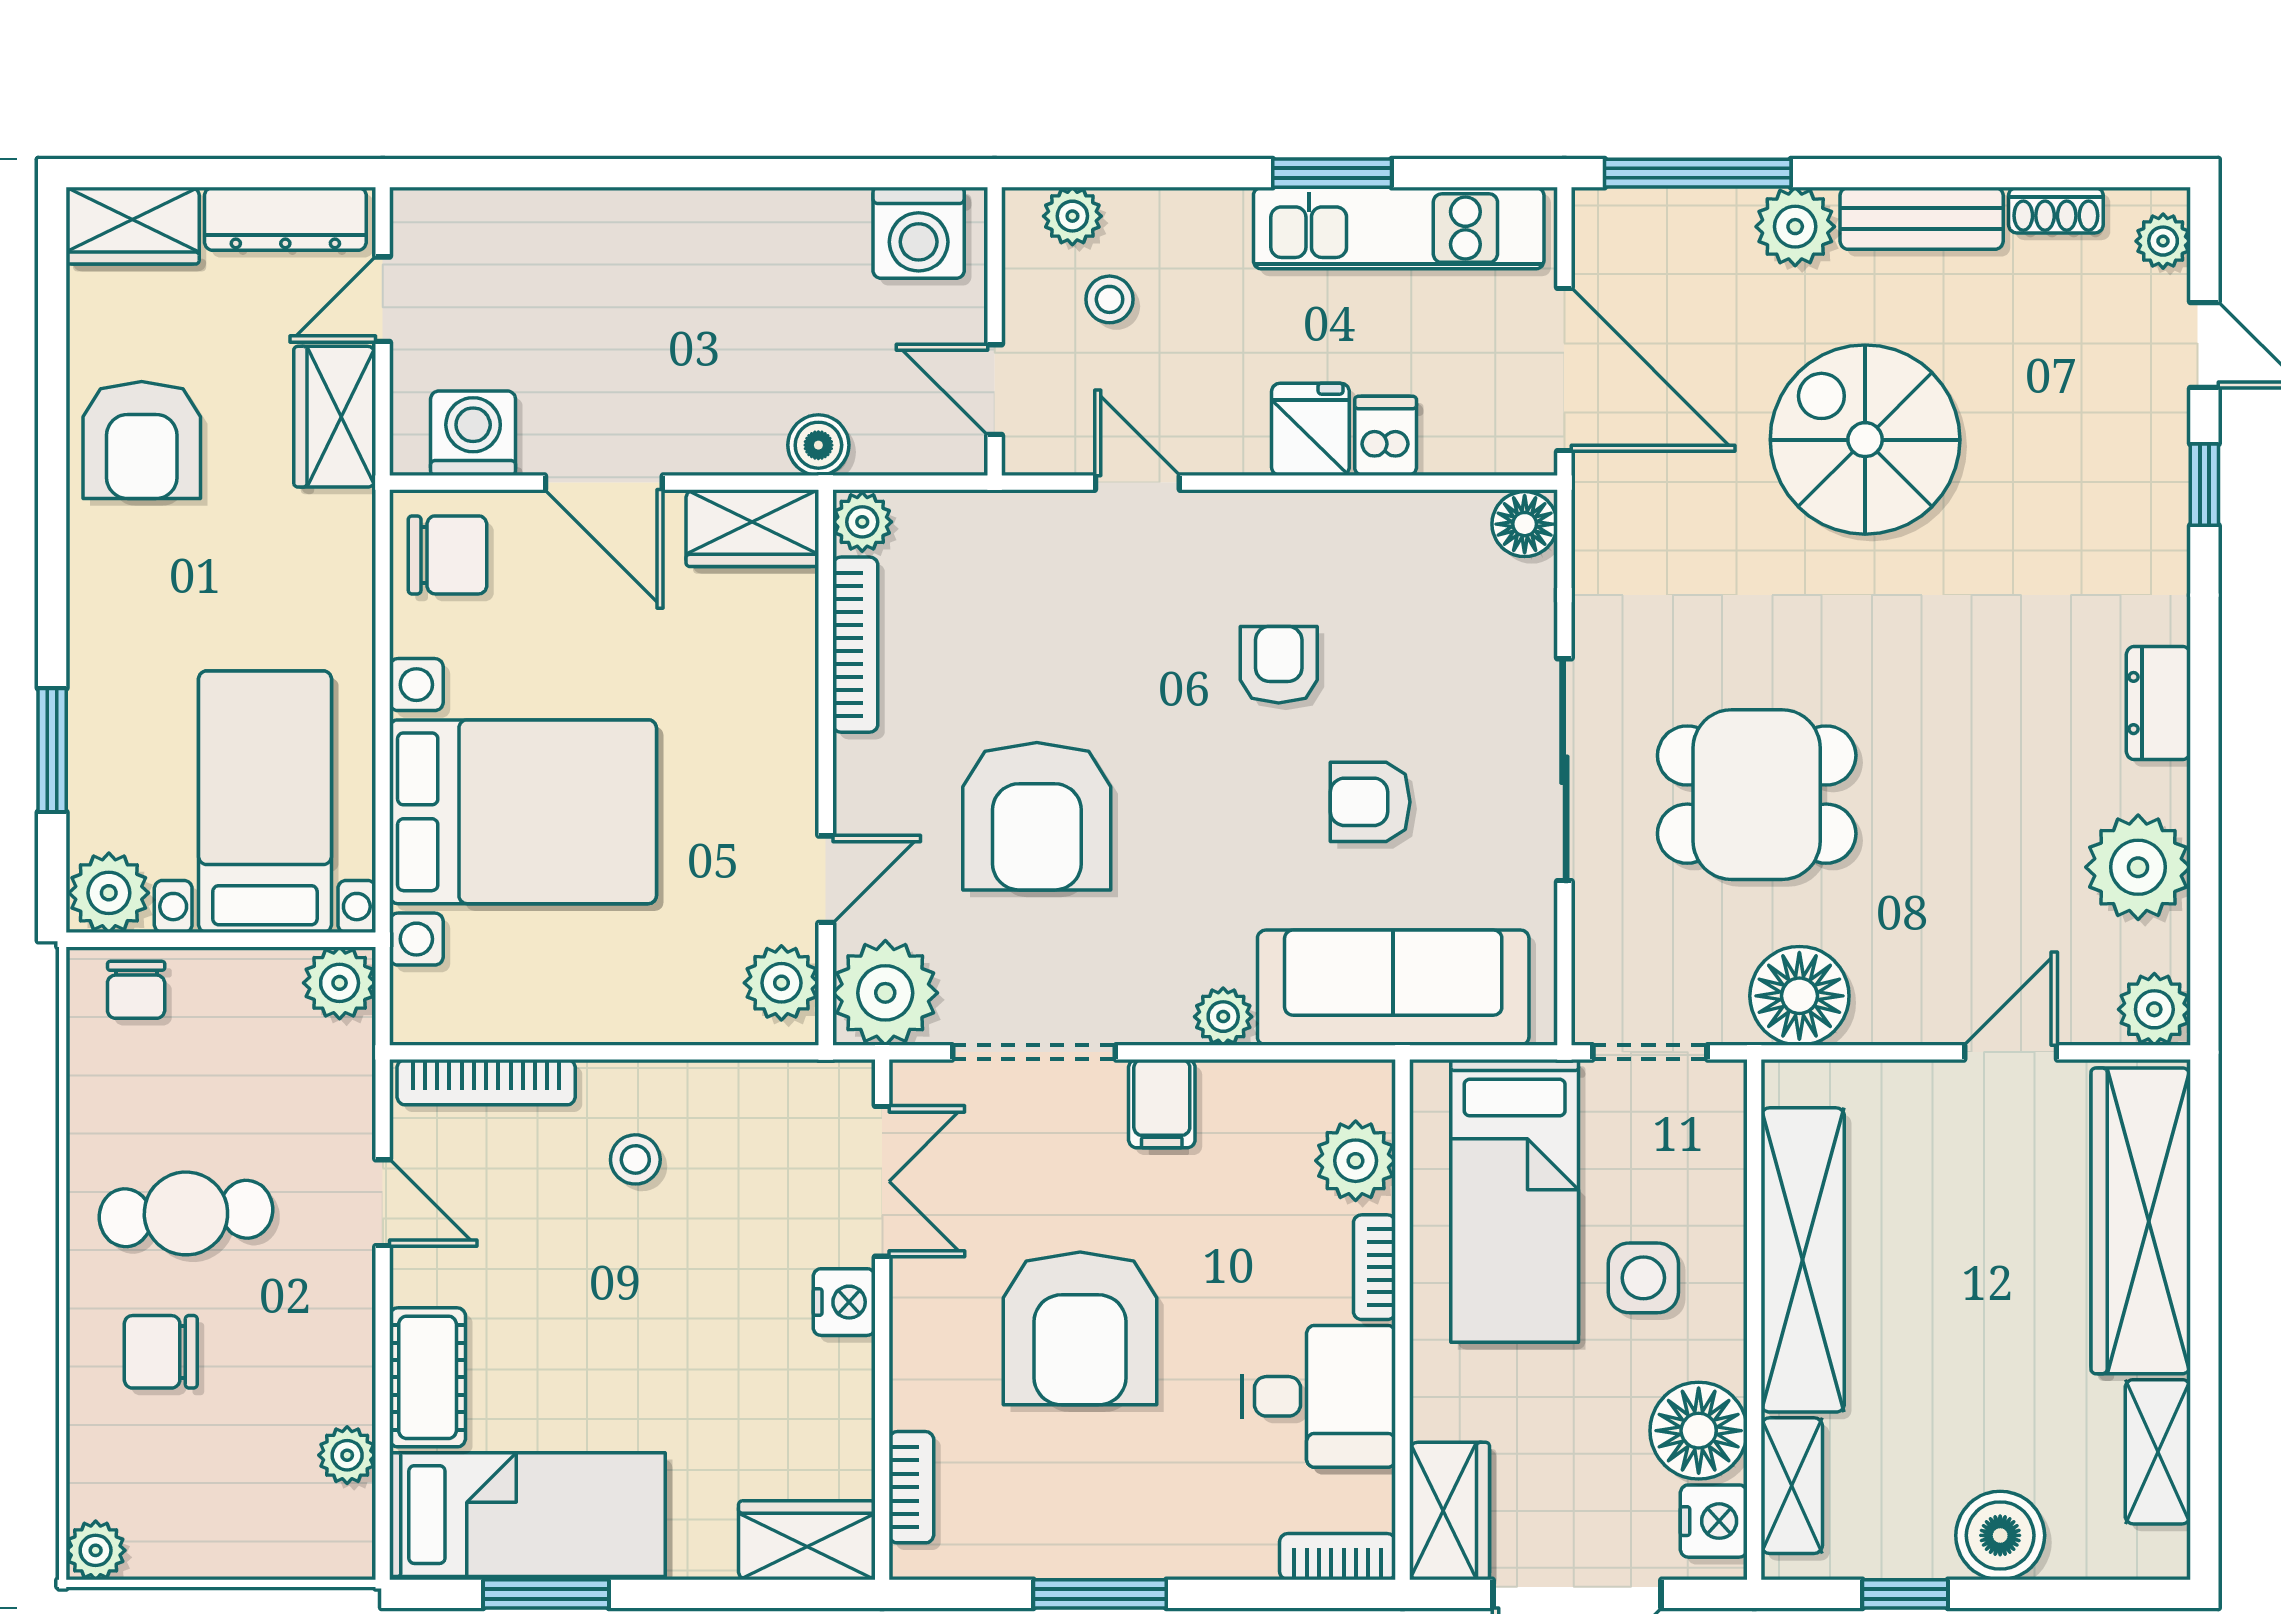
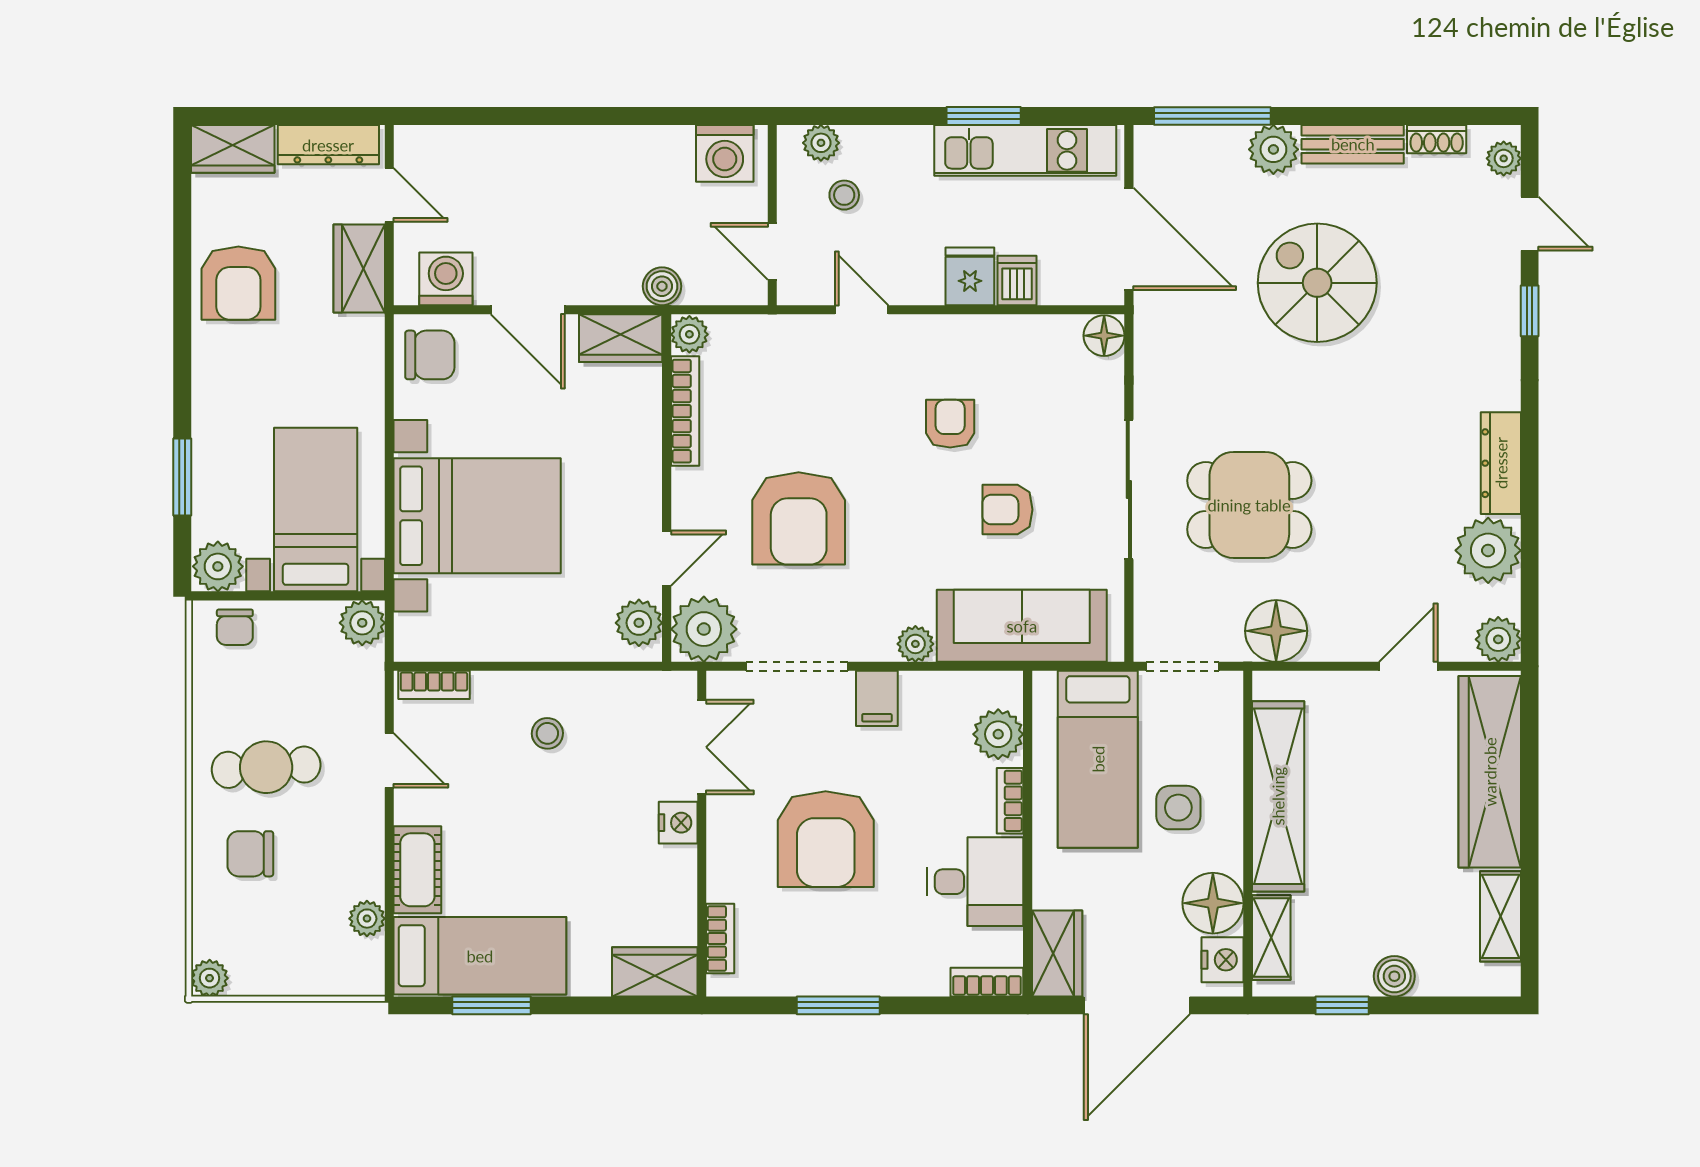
door: (383, 299) -> (389, 195), swing flipped
dresser: (2158, 703) -> (1501, 463), width x1.44
bookcase: (486, 1082) -> (434, 685), width x0.64
boiler: (2000, 1535) -> (1394, 976), width x0.73, depth x0.73

